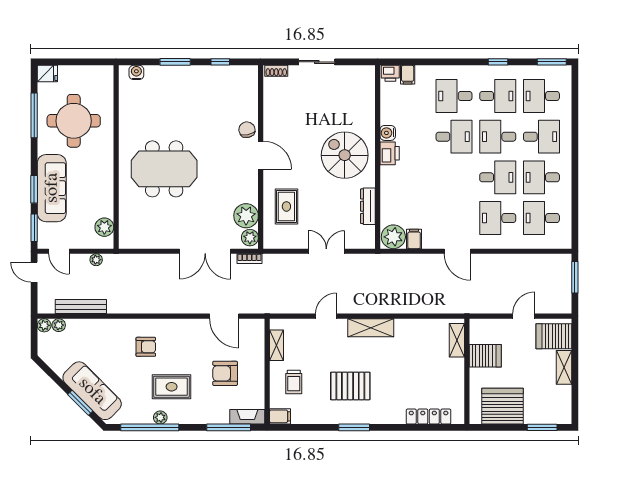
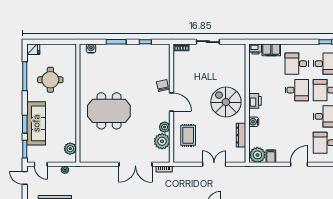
filing cabinet: (408, 75) -> (271, 50), width x2.00
round table: (74, 121) -> (50, 80), width x0.73, depth x0.73
water cooler: (388, 133) -> (254, 122), moved
plant: (250, 238) -> (165, 127), moved
door: (457, 251) -> (299, 164), swing flipped

